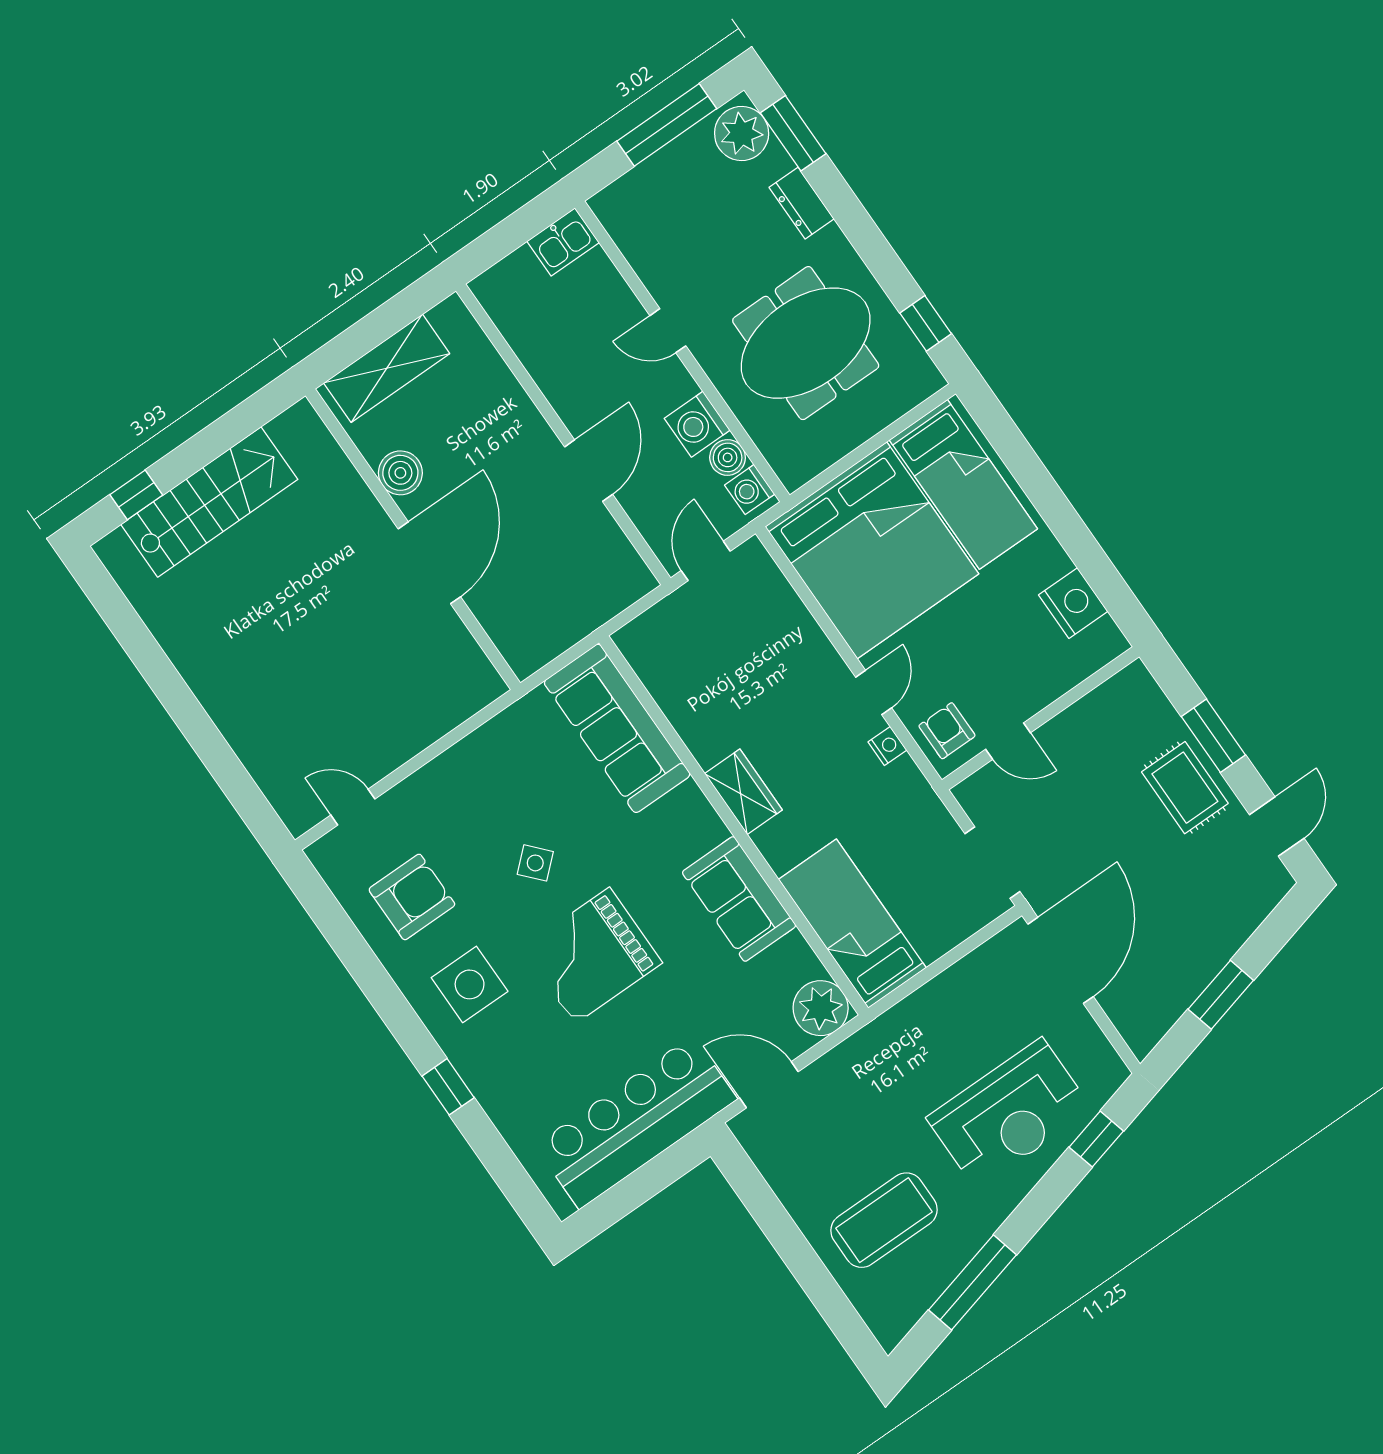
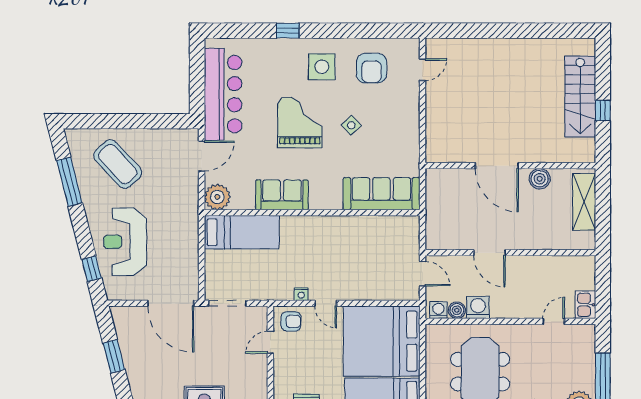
door: (668, 331) -> (554, 321), moved
window: (136, 495) -> (603, 111), moved
wardrobe: (743, 792) -> (322, 226), removed
coffee table: (884, 1220) -> (118, 164), turned -43

